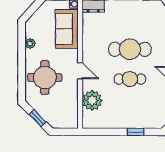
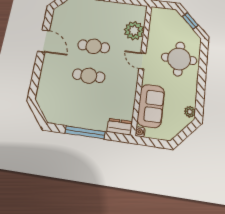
plant: (30, 44) -> (190, 112), moved
cafe table: (130, 49) -> (89, 76), width x0.73, depth x0.74

